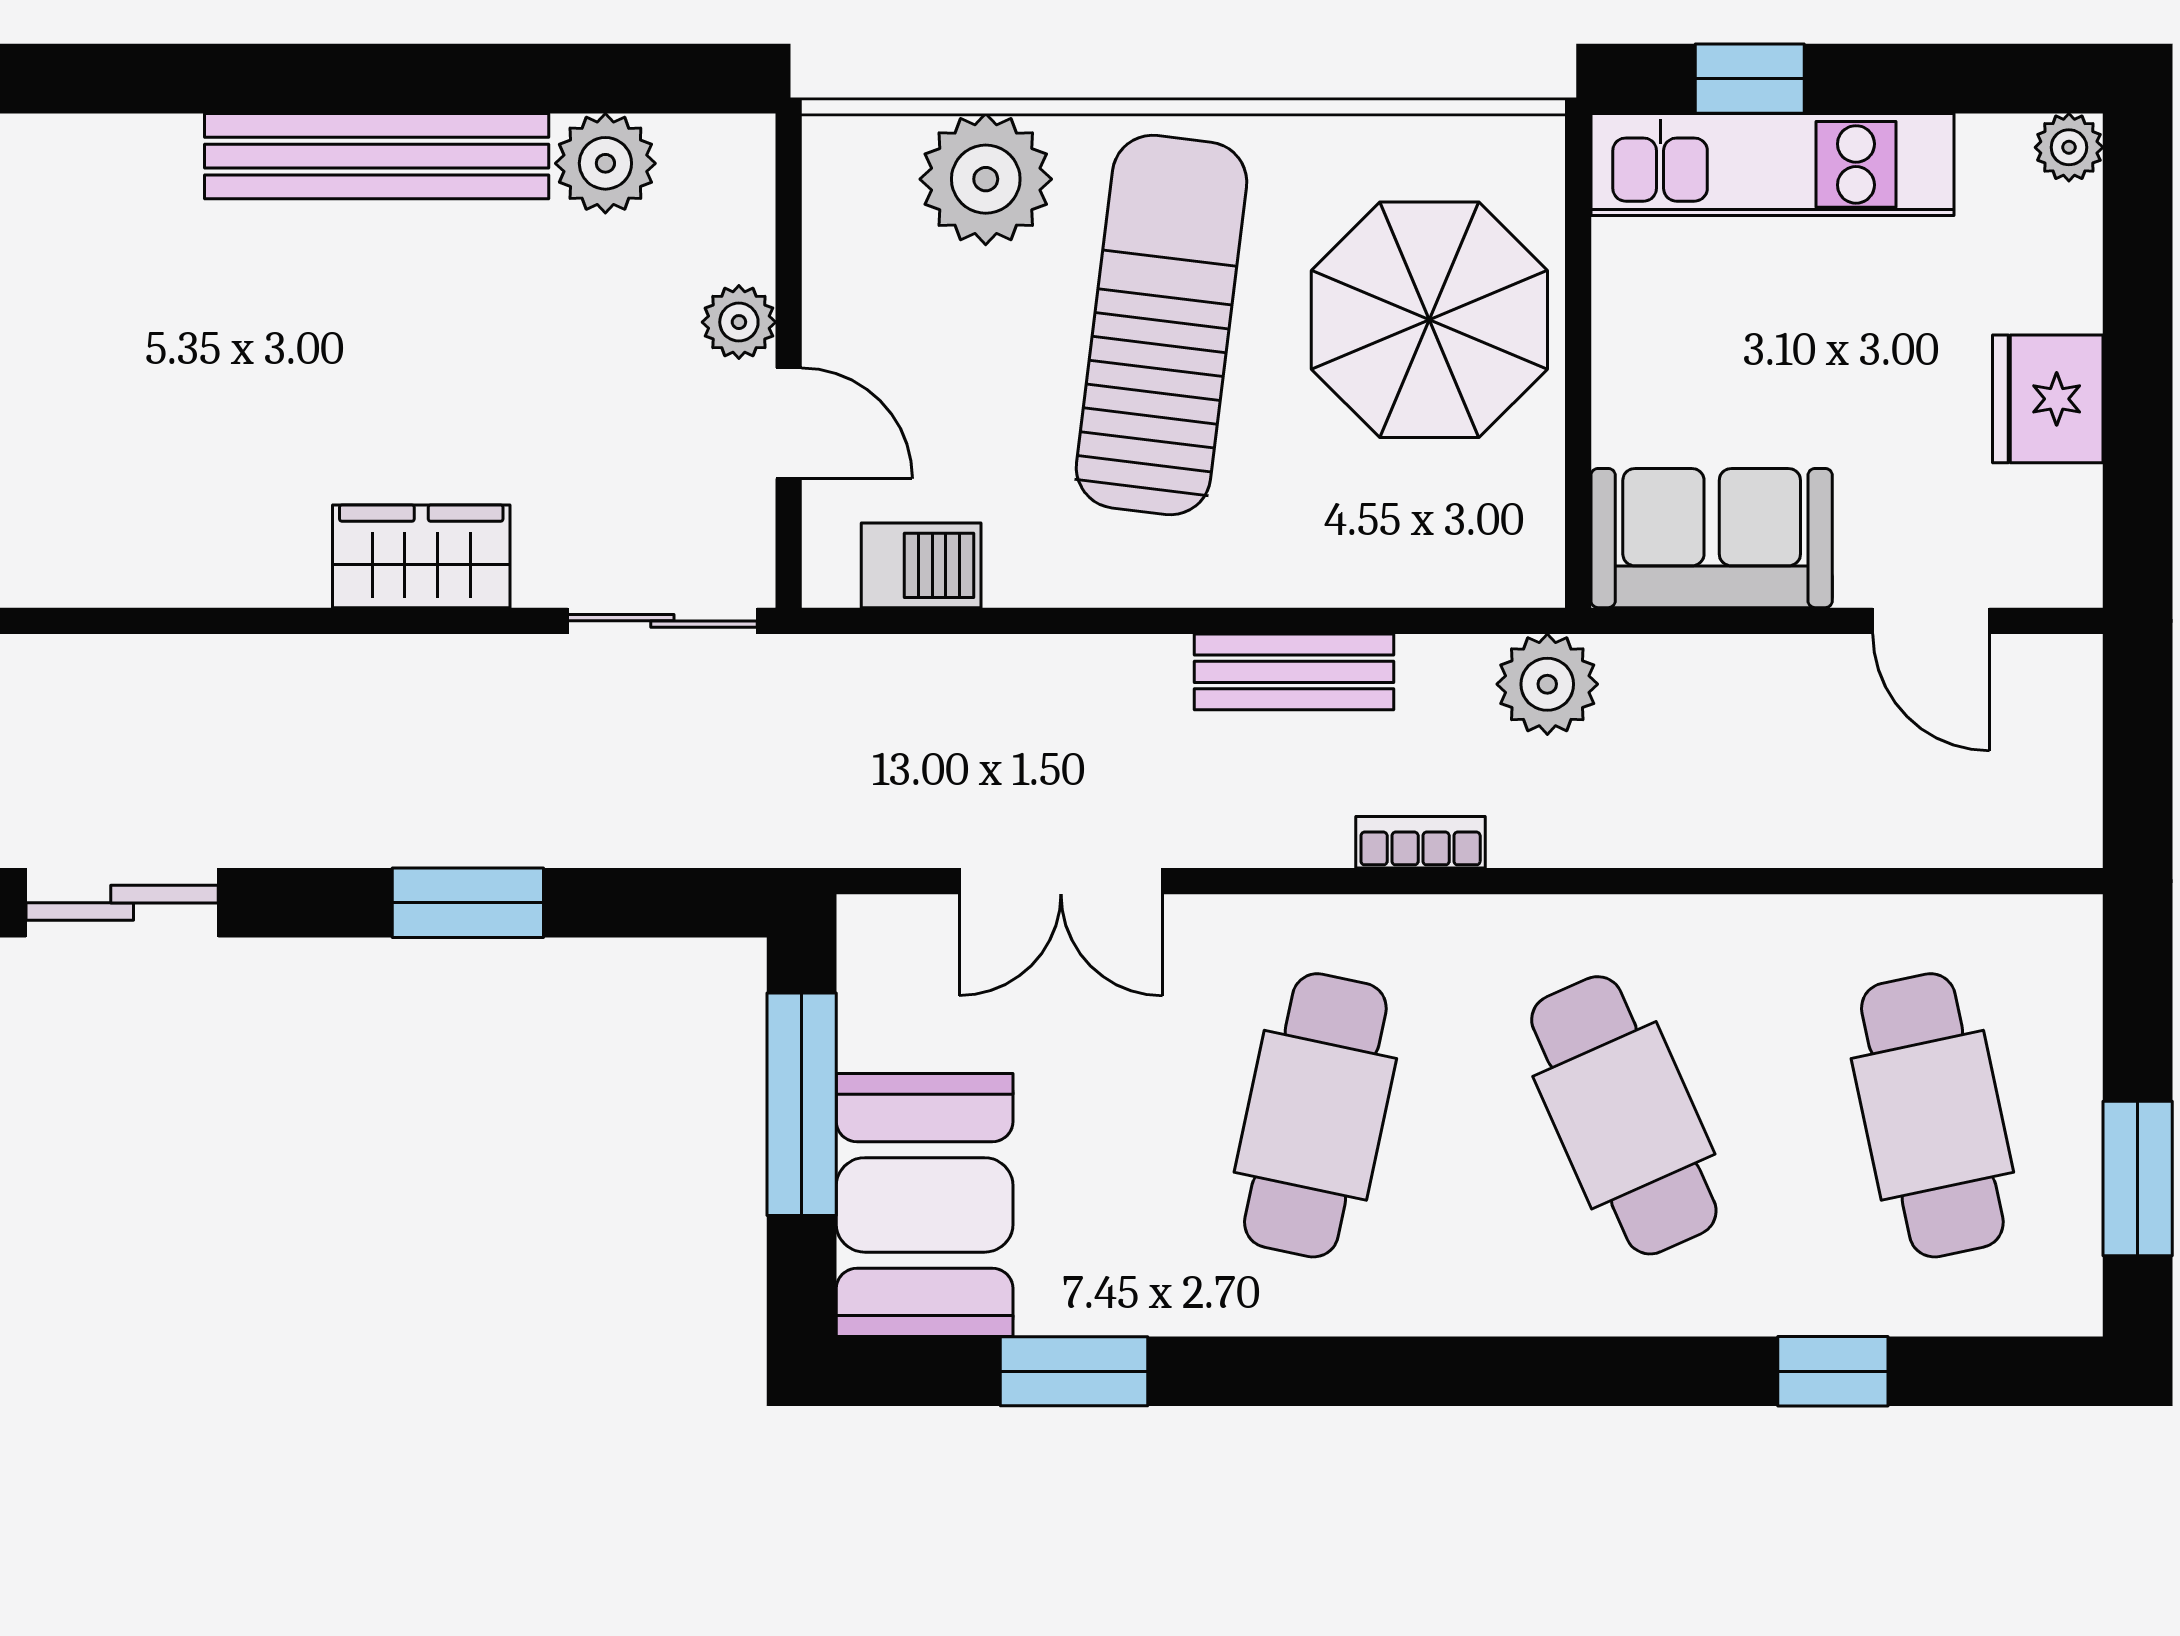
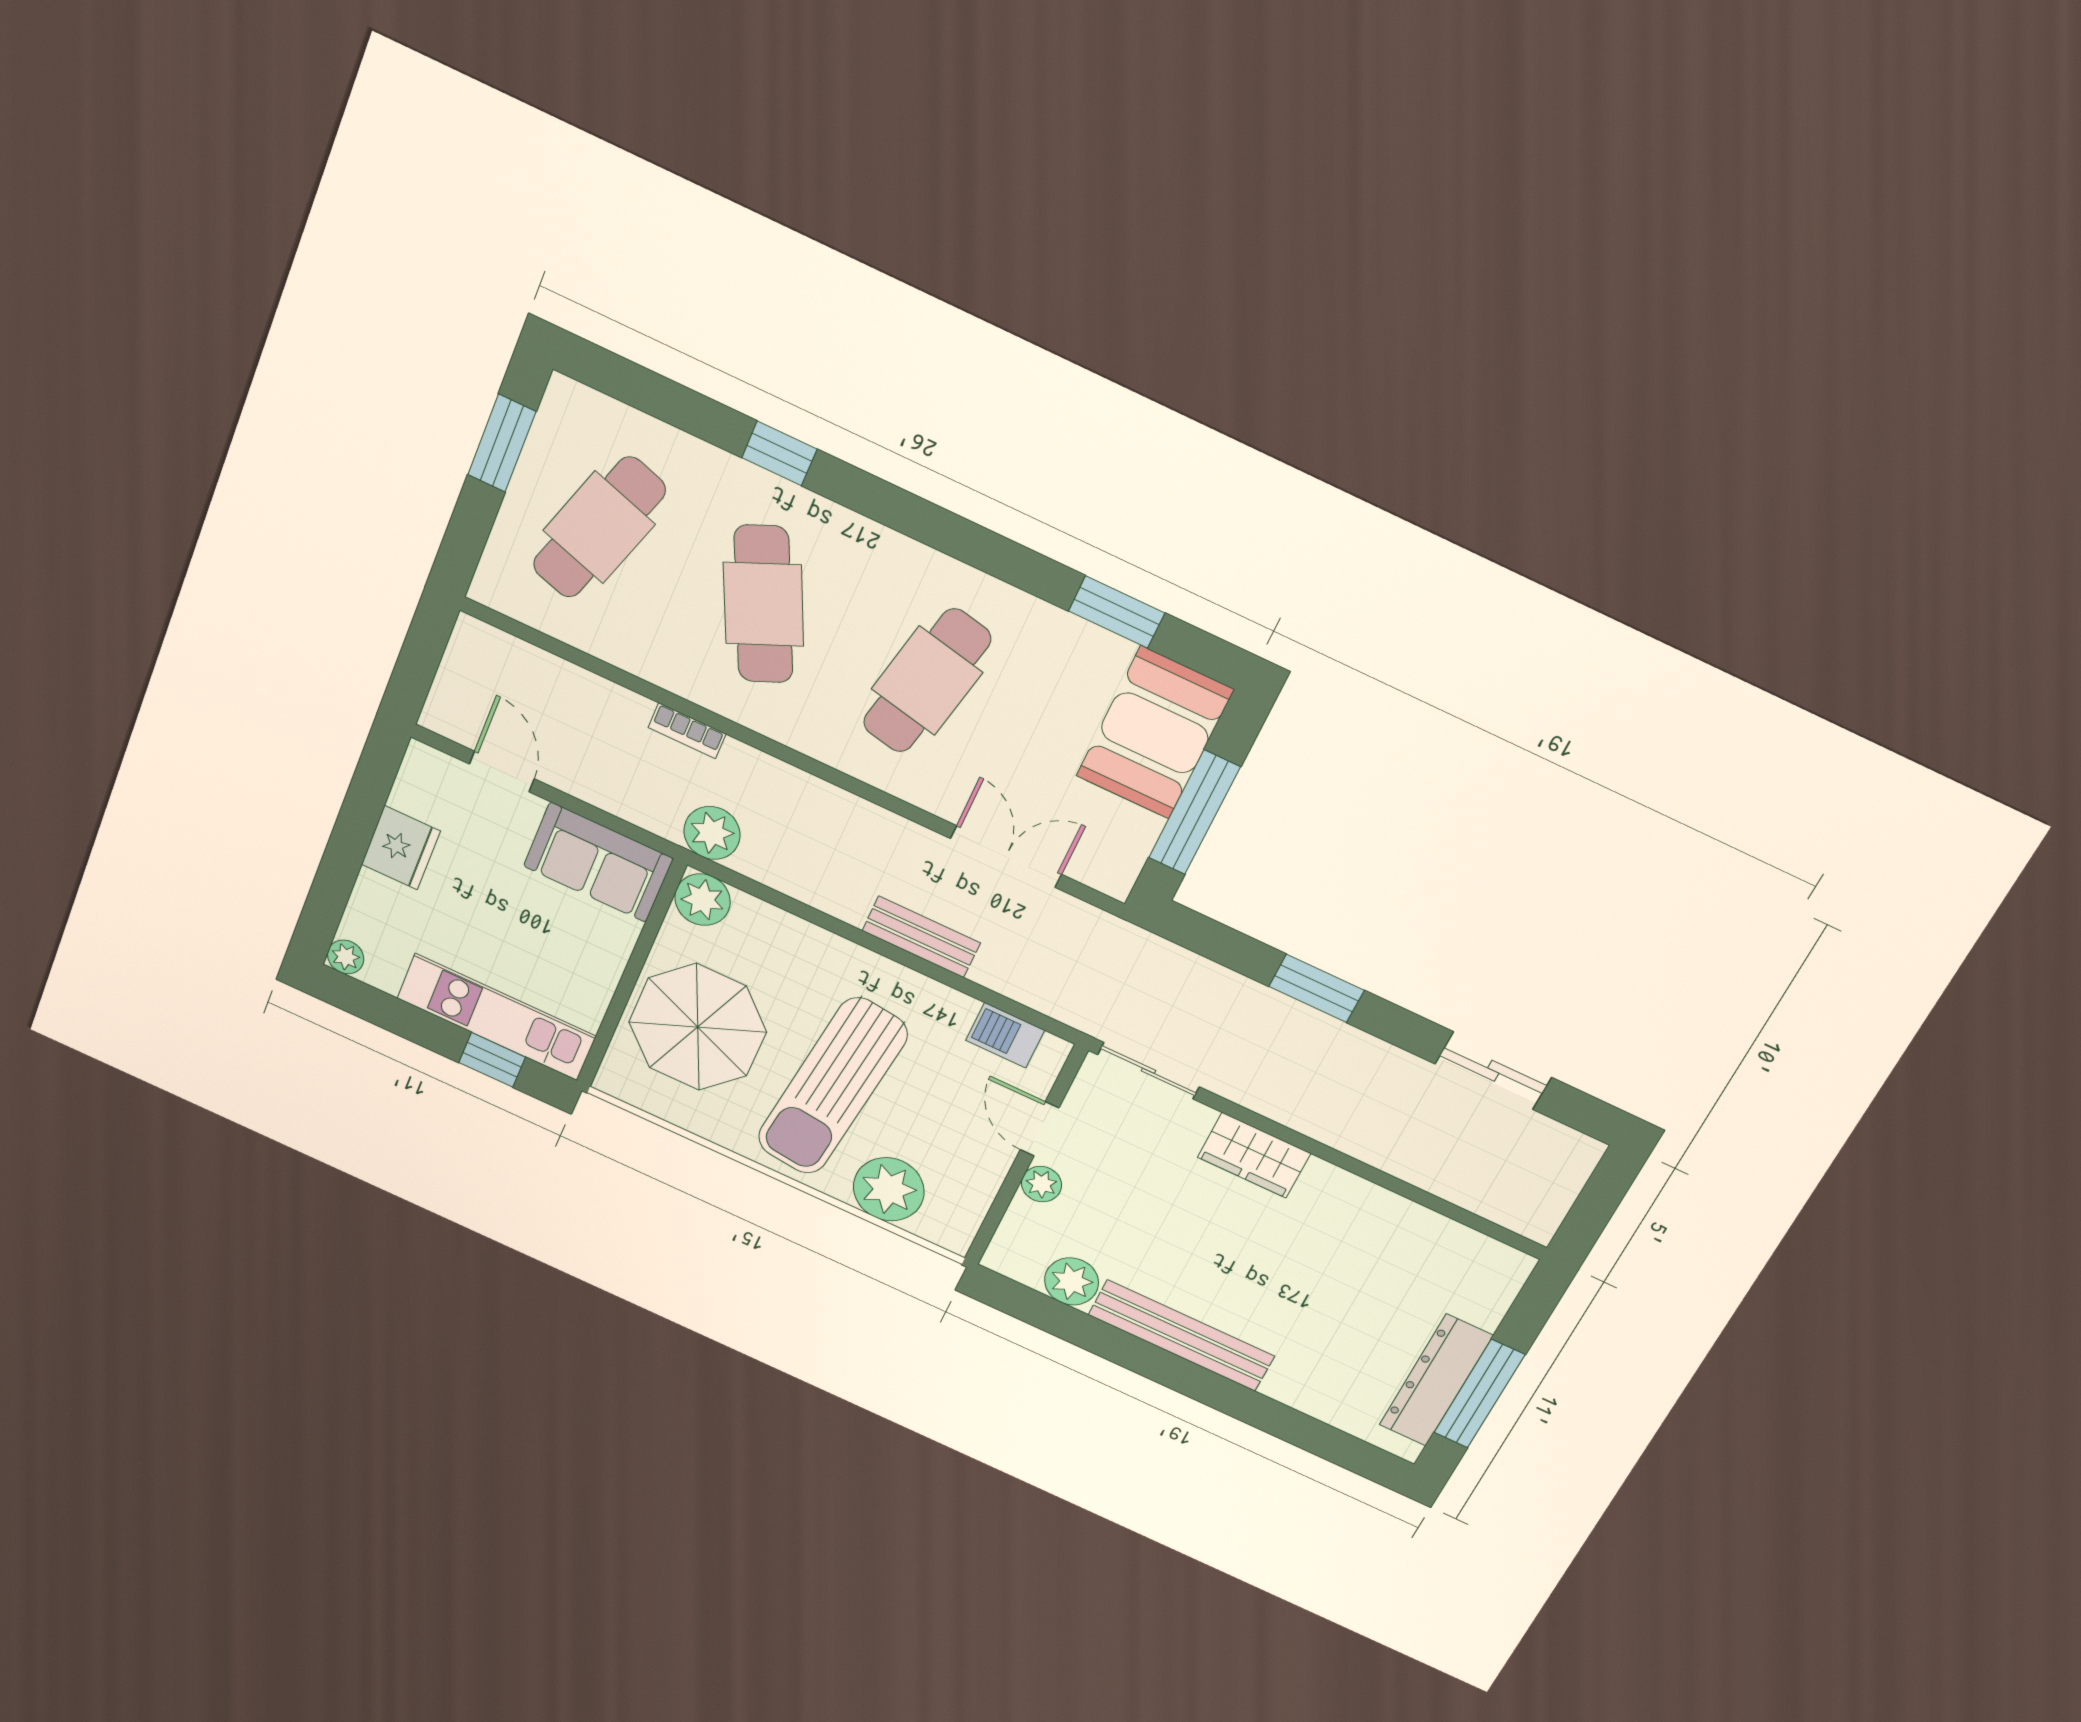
plant: (1515, 558) -> (703, 900), added
bench: (1294, 672) -> (921, 937), moved
bookcase: (1421, 842) -> (687, 731), moved
cafe table: (1932, 1115) -> (599, 527), turned 30
window: (1833, 1371) -> (779, 453), moved

